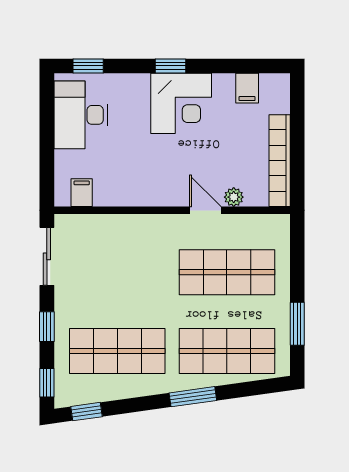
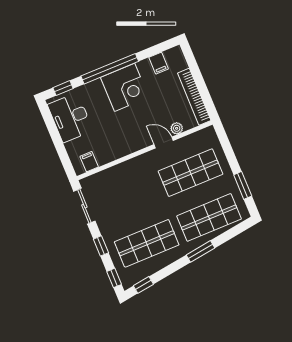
window: (170, 66) -> (110, 69), width x3.17

